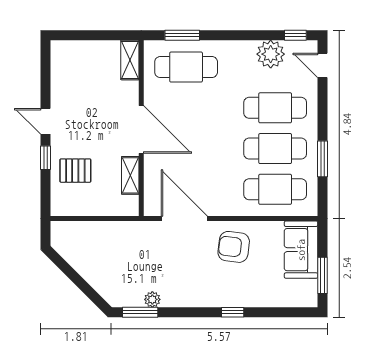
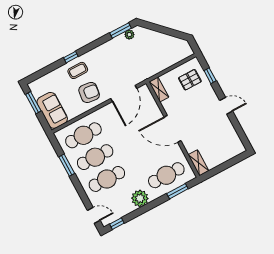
plant: (271, 54) -> (140, 198), moved
window: (45, 158) -> (210, 76), moved
pallet: (75, 171) -> (190, 80), moved
shelving: (130, 175) -> (159, 89), moved
door: (184, 218) -> (124, 94), hinge flipped
coffee table: (233, 288) -> (78, 70), added
plant: (152, 299) -> (129, 35), moved

